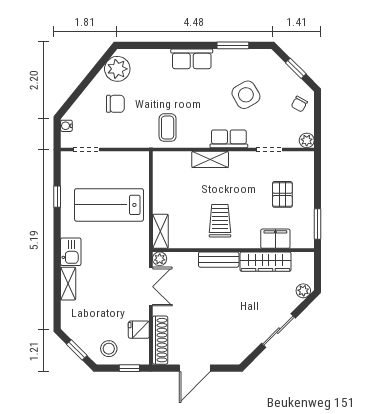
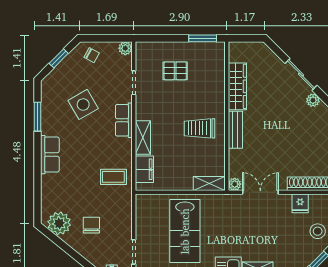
filing cabinet: (275, 239) -> (144, 169), moved, turned 180
plant: (303, 291) -> (313, 100), moved

